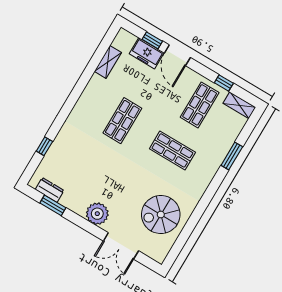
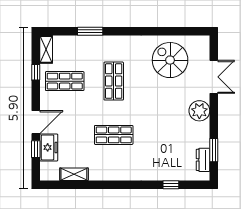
spiral stairs: (161, 215) -> (170, 60), turned 180

